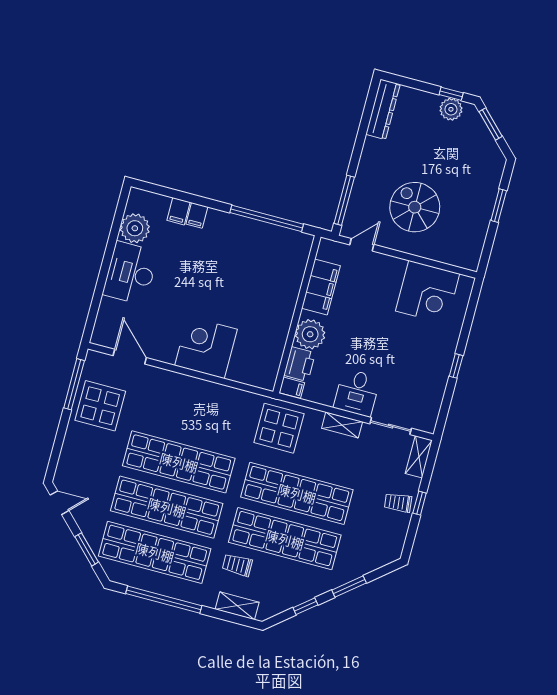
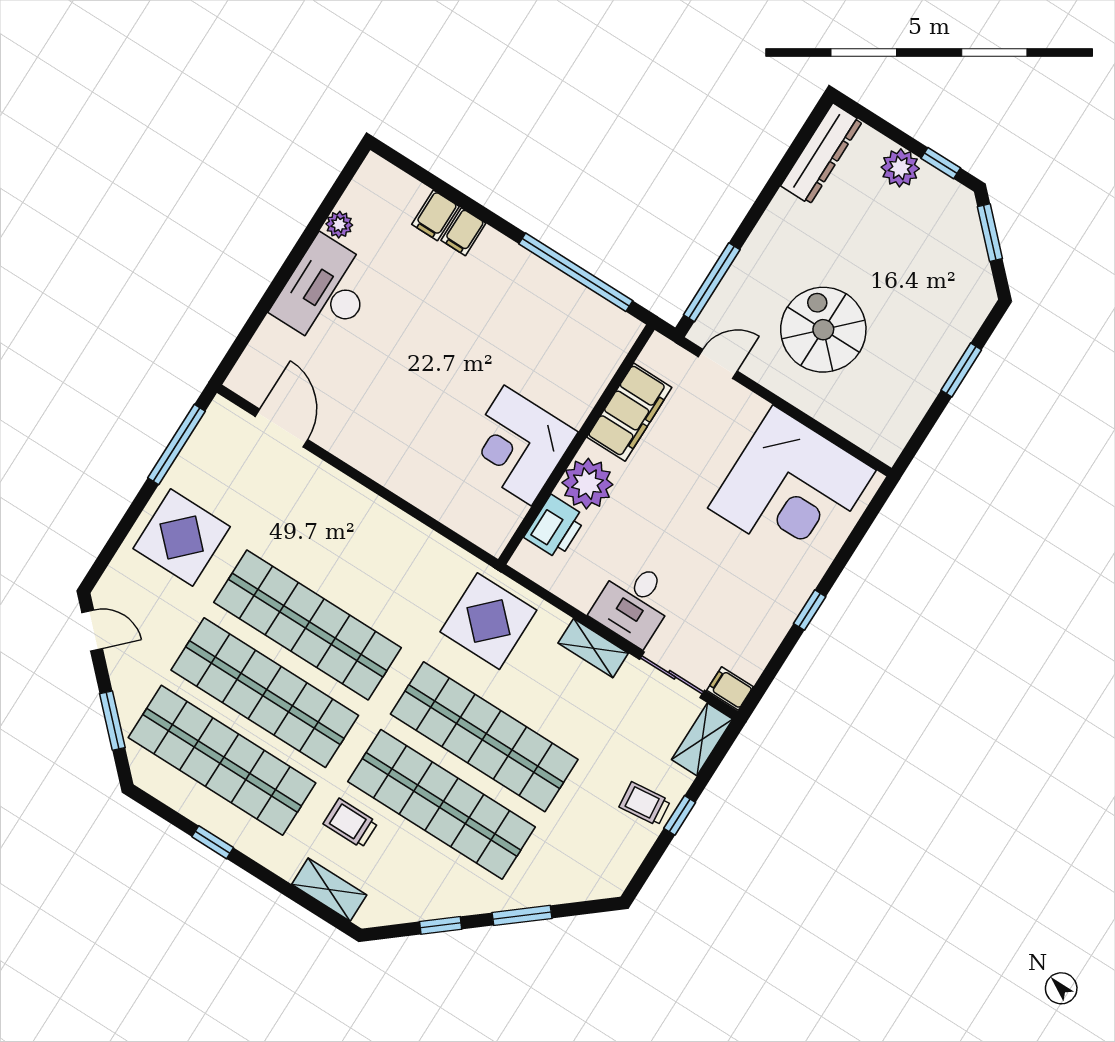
plant: (451, 109) -> (900, 168), moved
plant: (135, 228) -> (339, 225), width x0.53, depth x0.53
corner desk: (428, 292) -> (792, 489), width x1.36, depth x1.36
corner desk: (206, 347) -> (518, 446), moved, turned -90
filing cabinet: (292, 388) -> (730, 688), moved, turned 180
display table: (100, 406) -> (182, 538), moved
window: (164, 600) -> (213, 842), width x0.32

